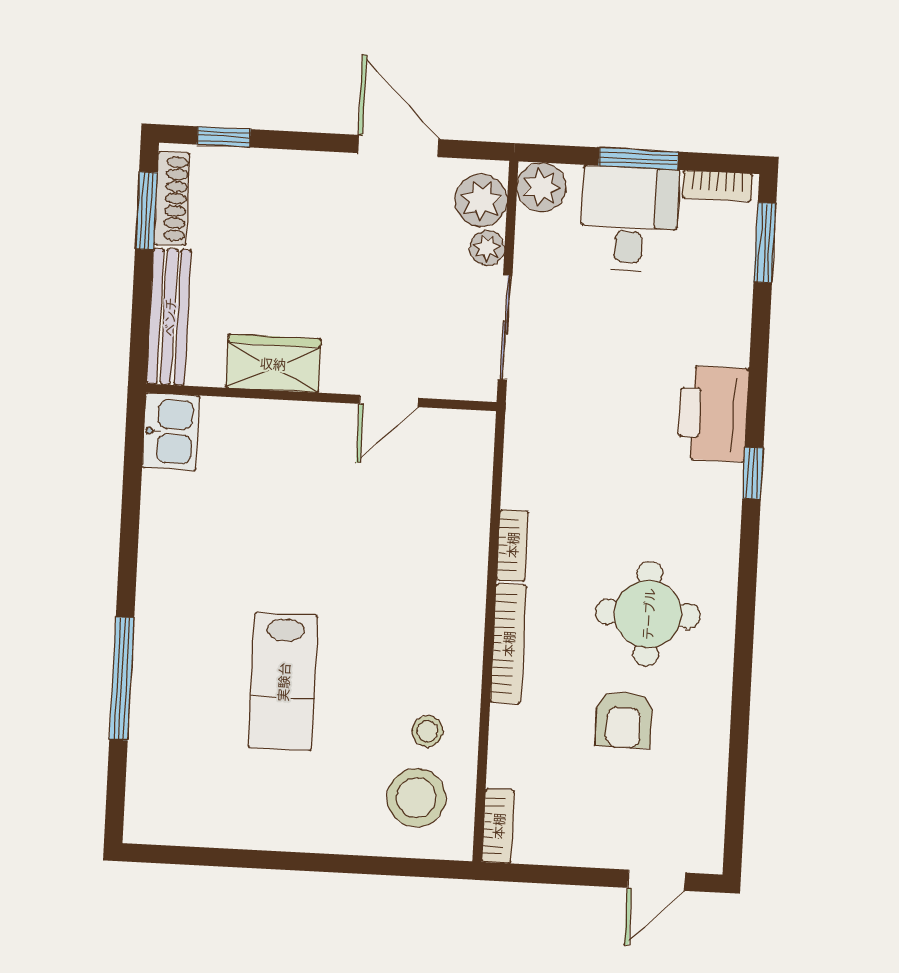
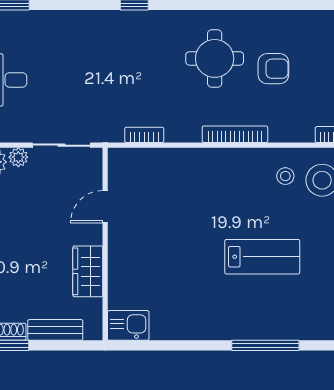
bench: (169, 317) -> (55, 330), width x0.73
door: (389, 401) -> (105, 207), swing flipped
printer: (713, 414) -> (103, 28), removed
bookcase: (512, 545) -> (144, 135), moved

